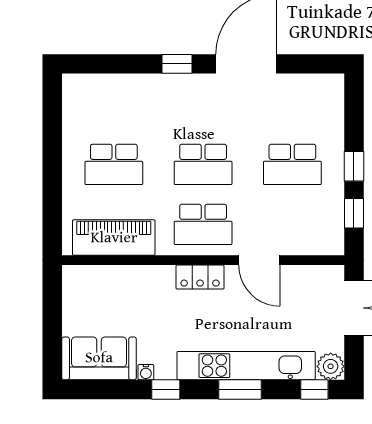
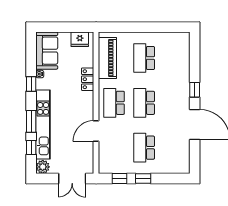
locker: (200, 277) -> (88, 79), moved
fridge: (77, 292) -> (80, 39), added
window: (314, 389) -> (31, 148), moved

